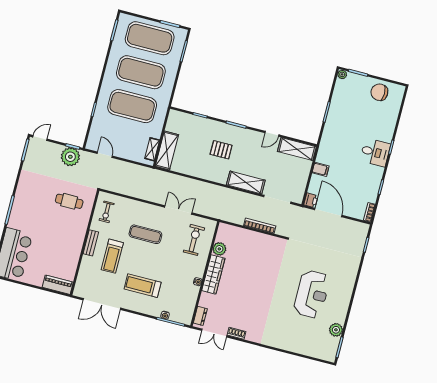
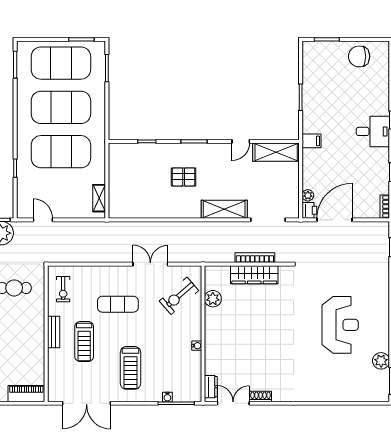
plant: (342, 74) -> (308, 195), moved
shelving: (167, 150) -> (118, 195), removed
filing cabinet: (321, 169) -> (311, 141), moved
door: (328, 213) -> (335, 220), hinge flipped
exercise bike: (194, 240) -> (179, 296), turned -131
wardrobe: (213, 274) -> (254, 275), moved, turned 90
treadmill: (143, 286) -> (130, 368), turned -90
double door: (214, 333) -> (233, 403), swing flipped

